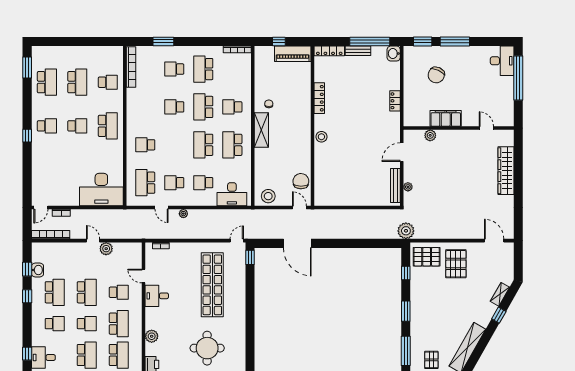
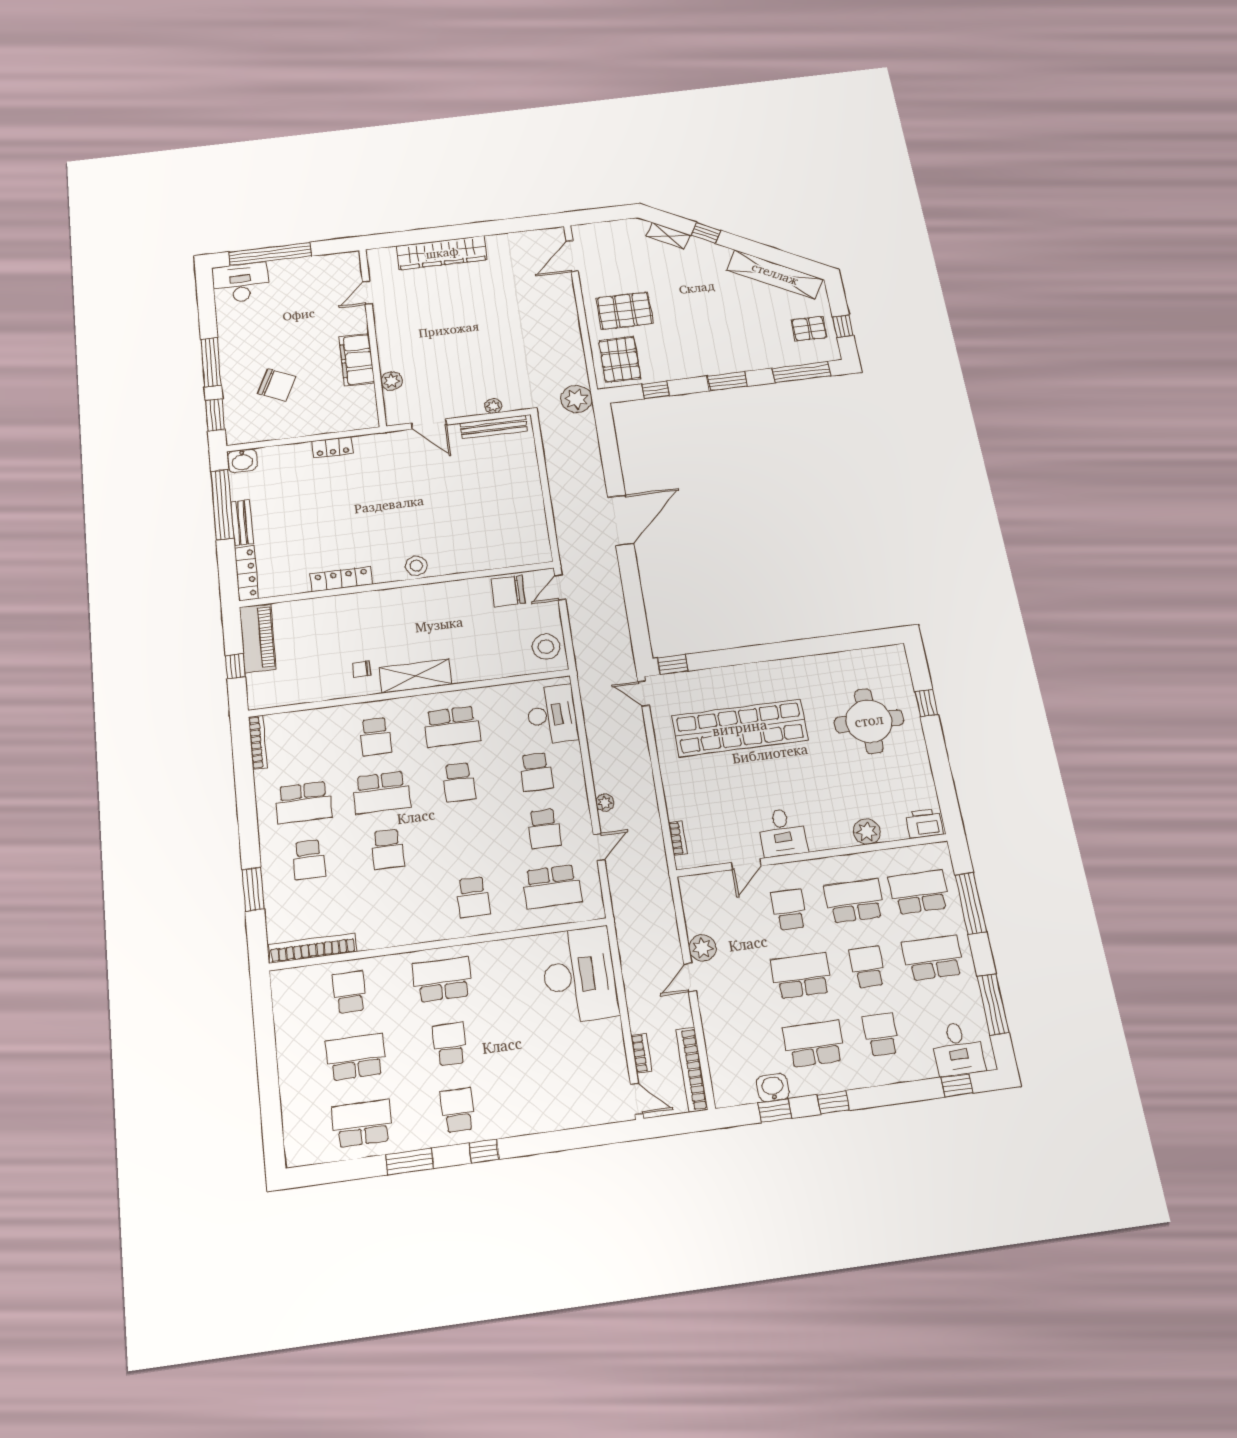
window: (27, 67) -> (410, 1161), moved
school desk: (203, 145) -> (459, 782), width x0.54
door: (297, 243) -> (621, 520), moved

